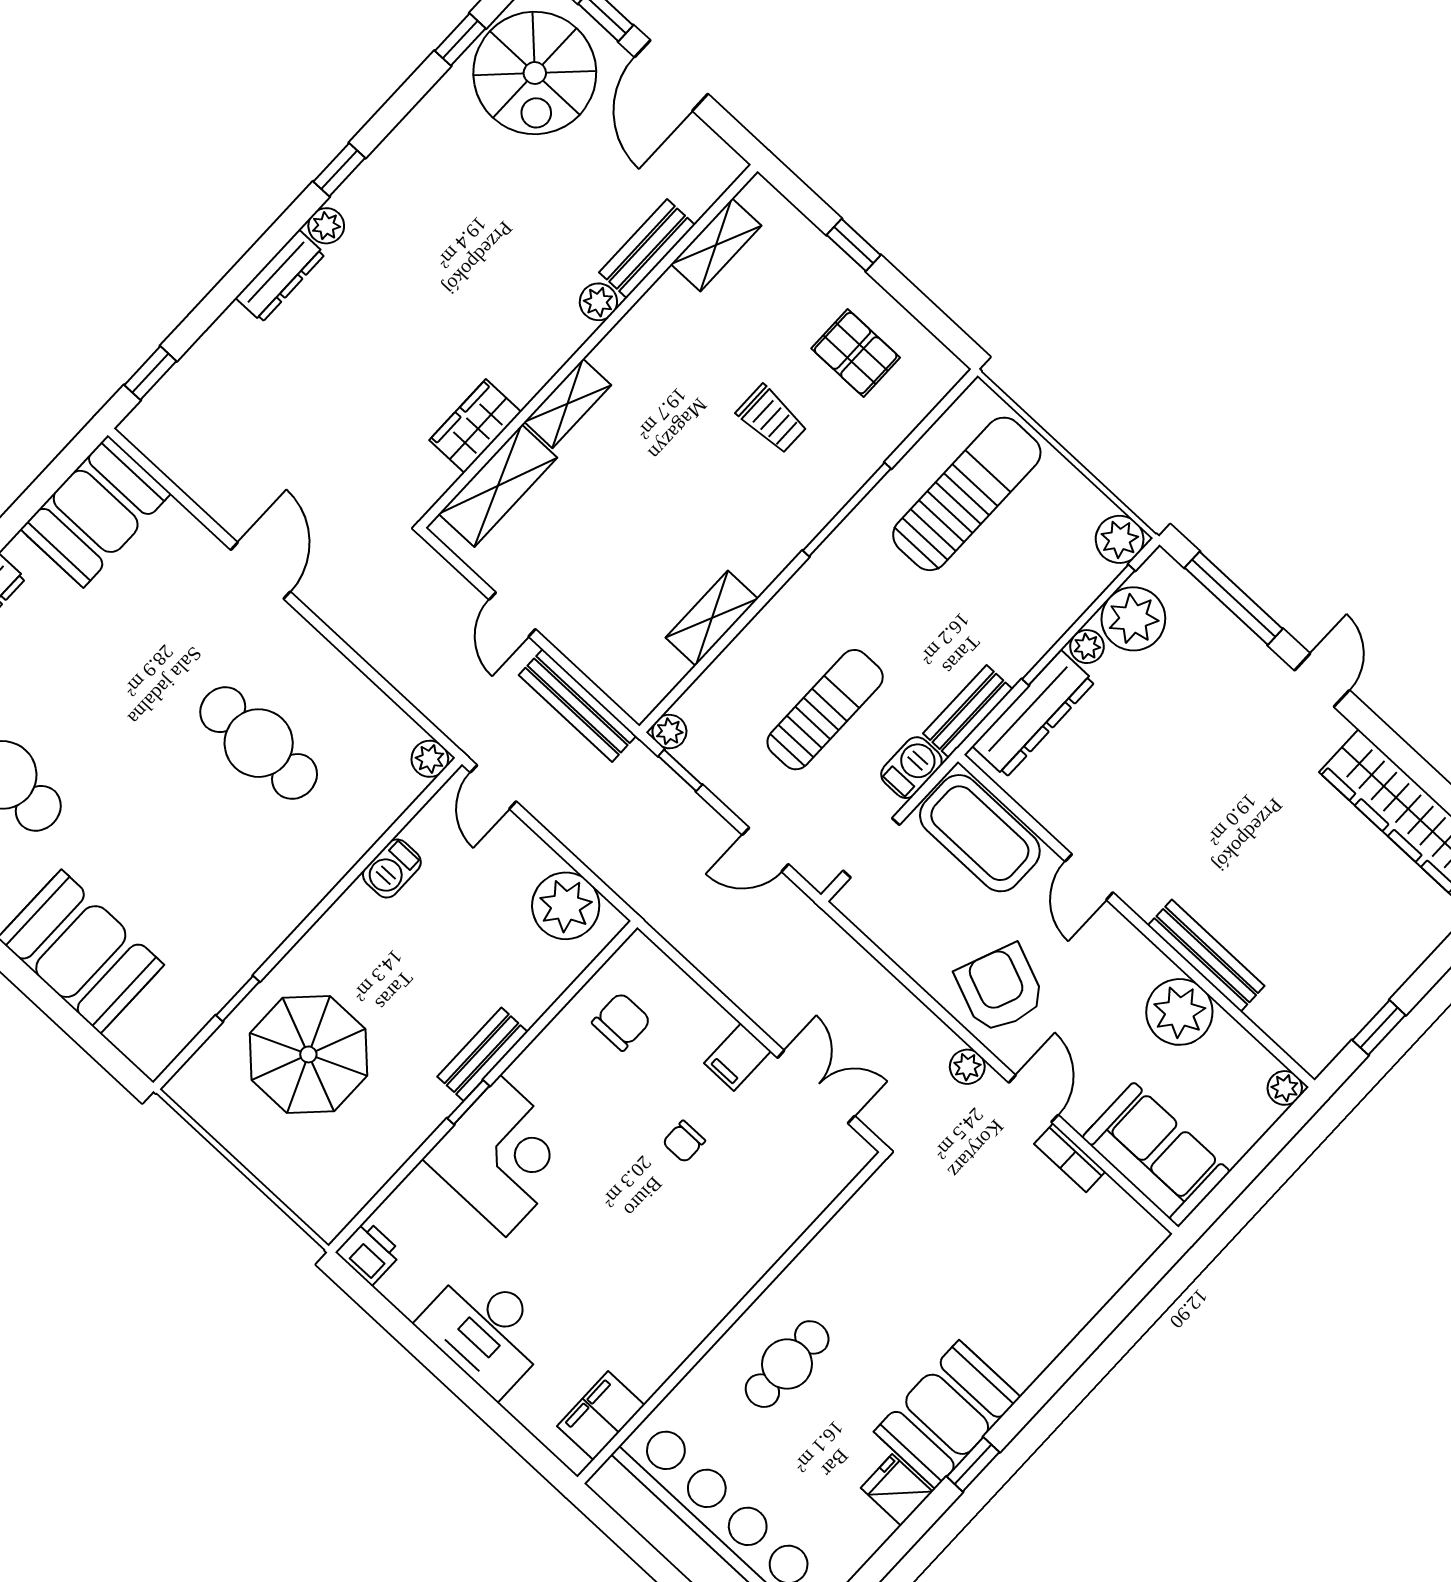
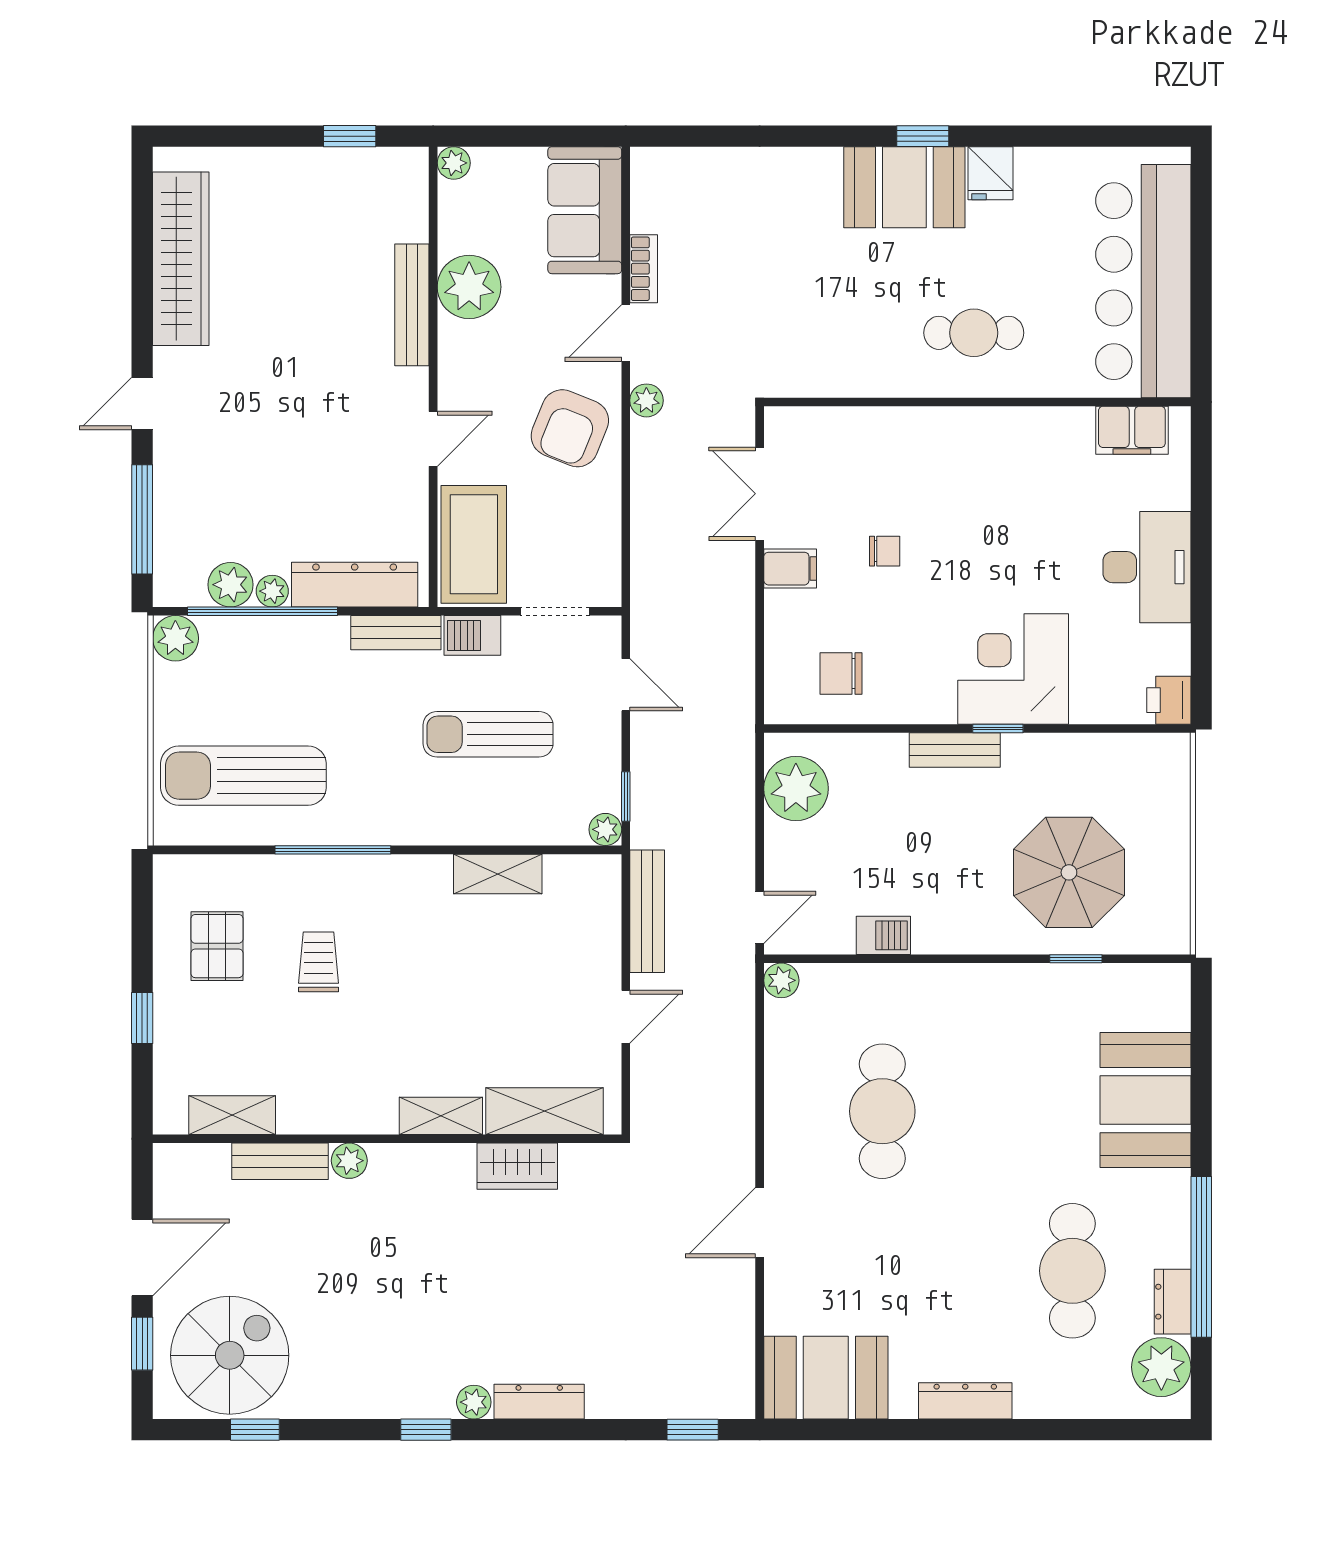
plant: (1133, 619) -> (231, 585), width x0.73, depth x0.73

